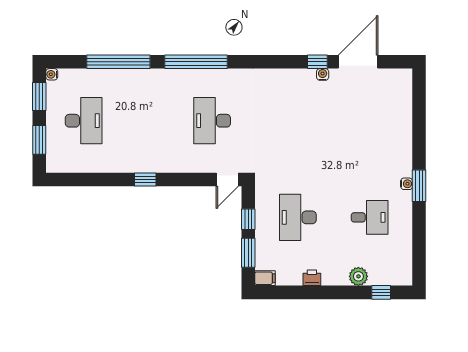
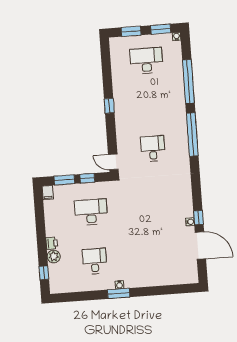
desk: (84, 121) -> (146, 61), turned 180
desk: (212, 121) -> (153, 149), width x0.73
desk: (370, 217) -> (95, 261), turned 180
printer: (312, 278) -> (52, 243), moved

